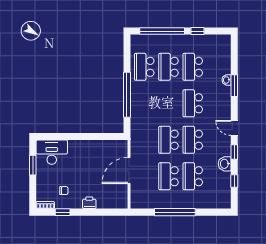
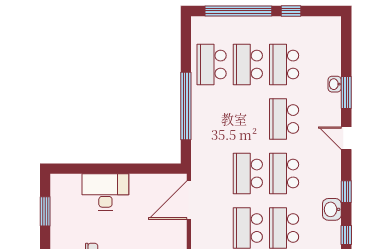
door: (234, 128) -> (346, 138), moved
desk: (52, 152) -> (105, 192), moved
door: (129, 170) -> (189, 200), moved

